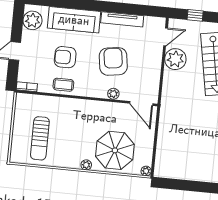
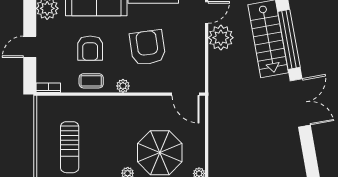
armchair: (65, 57) -> (90, 48), turned -90
plant: (113, 94) -> (123, 86), moved

